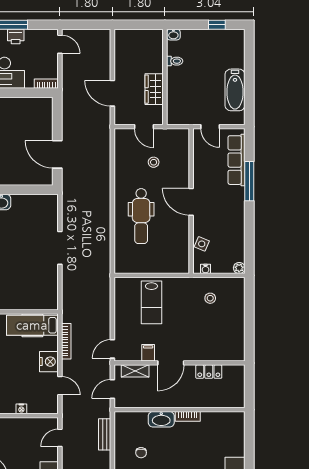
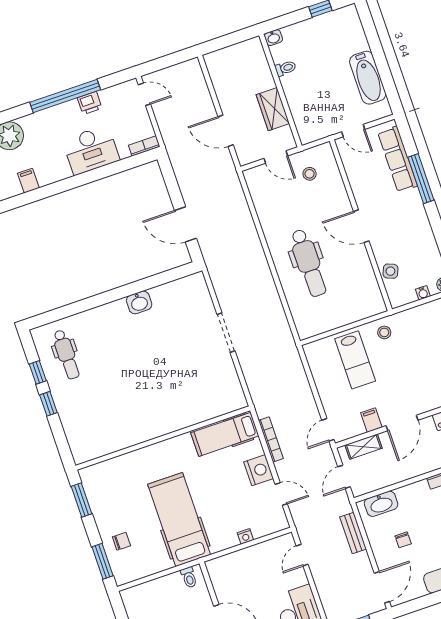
stool: (154, 162) -> (310, 174), moved
water cooler: (205, 269) -> (423, 293), moved
stool: (210, 298) -> (384, 332), moved
washbasin: (161, 419) -> (381, 504), moved

